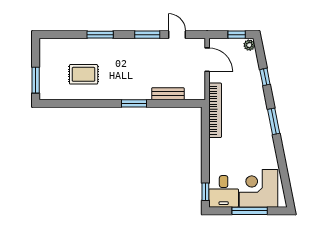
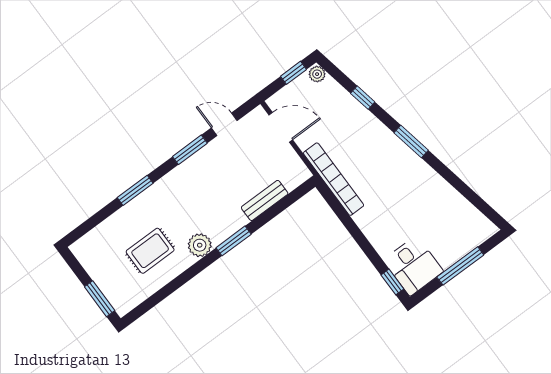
plant: (113, 92) -> (200, 245), added
corner desk: (259, 188) -> (451, 232), removed

